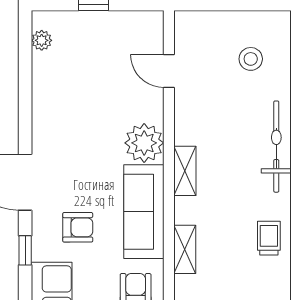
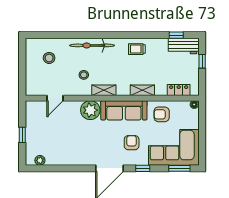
stool: (216, 130) -> (84, 75), added

